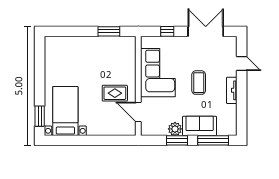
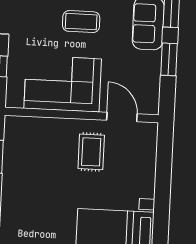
door: (138, 112) -> (122, 117), swing flipped
plant: (175, 129) -> (151, 62), removed

